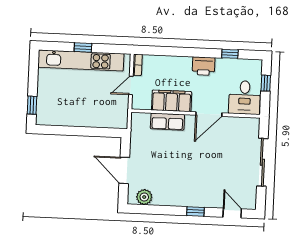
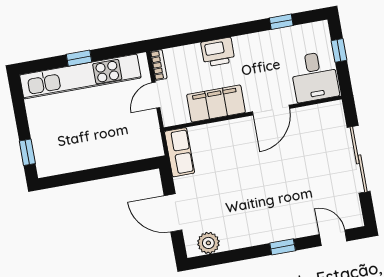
printer: (204, 66) -> (218, 52), moved
row of seats: (167, 122) -> (180, 152), moved, turned -90

